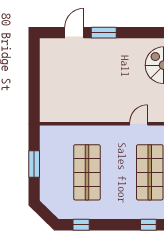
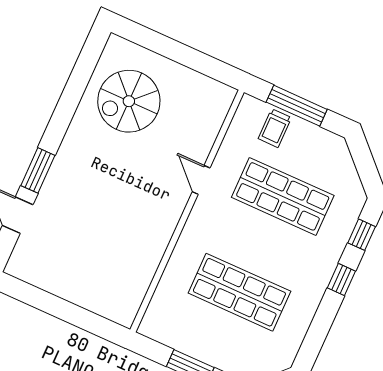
window: (81, 225) -> (341, 280), moved

